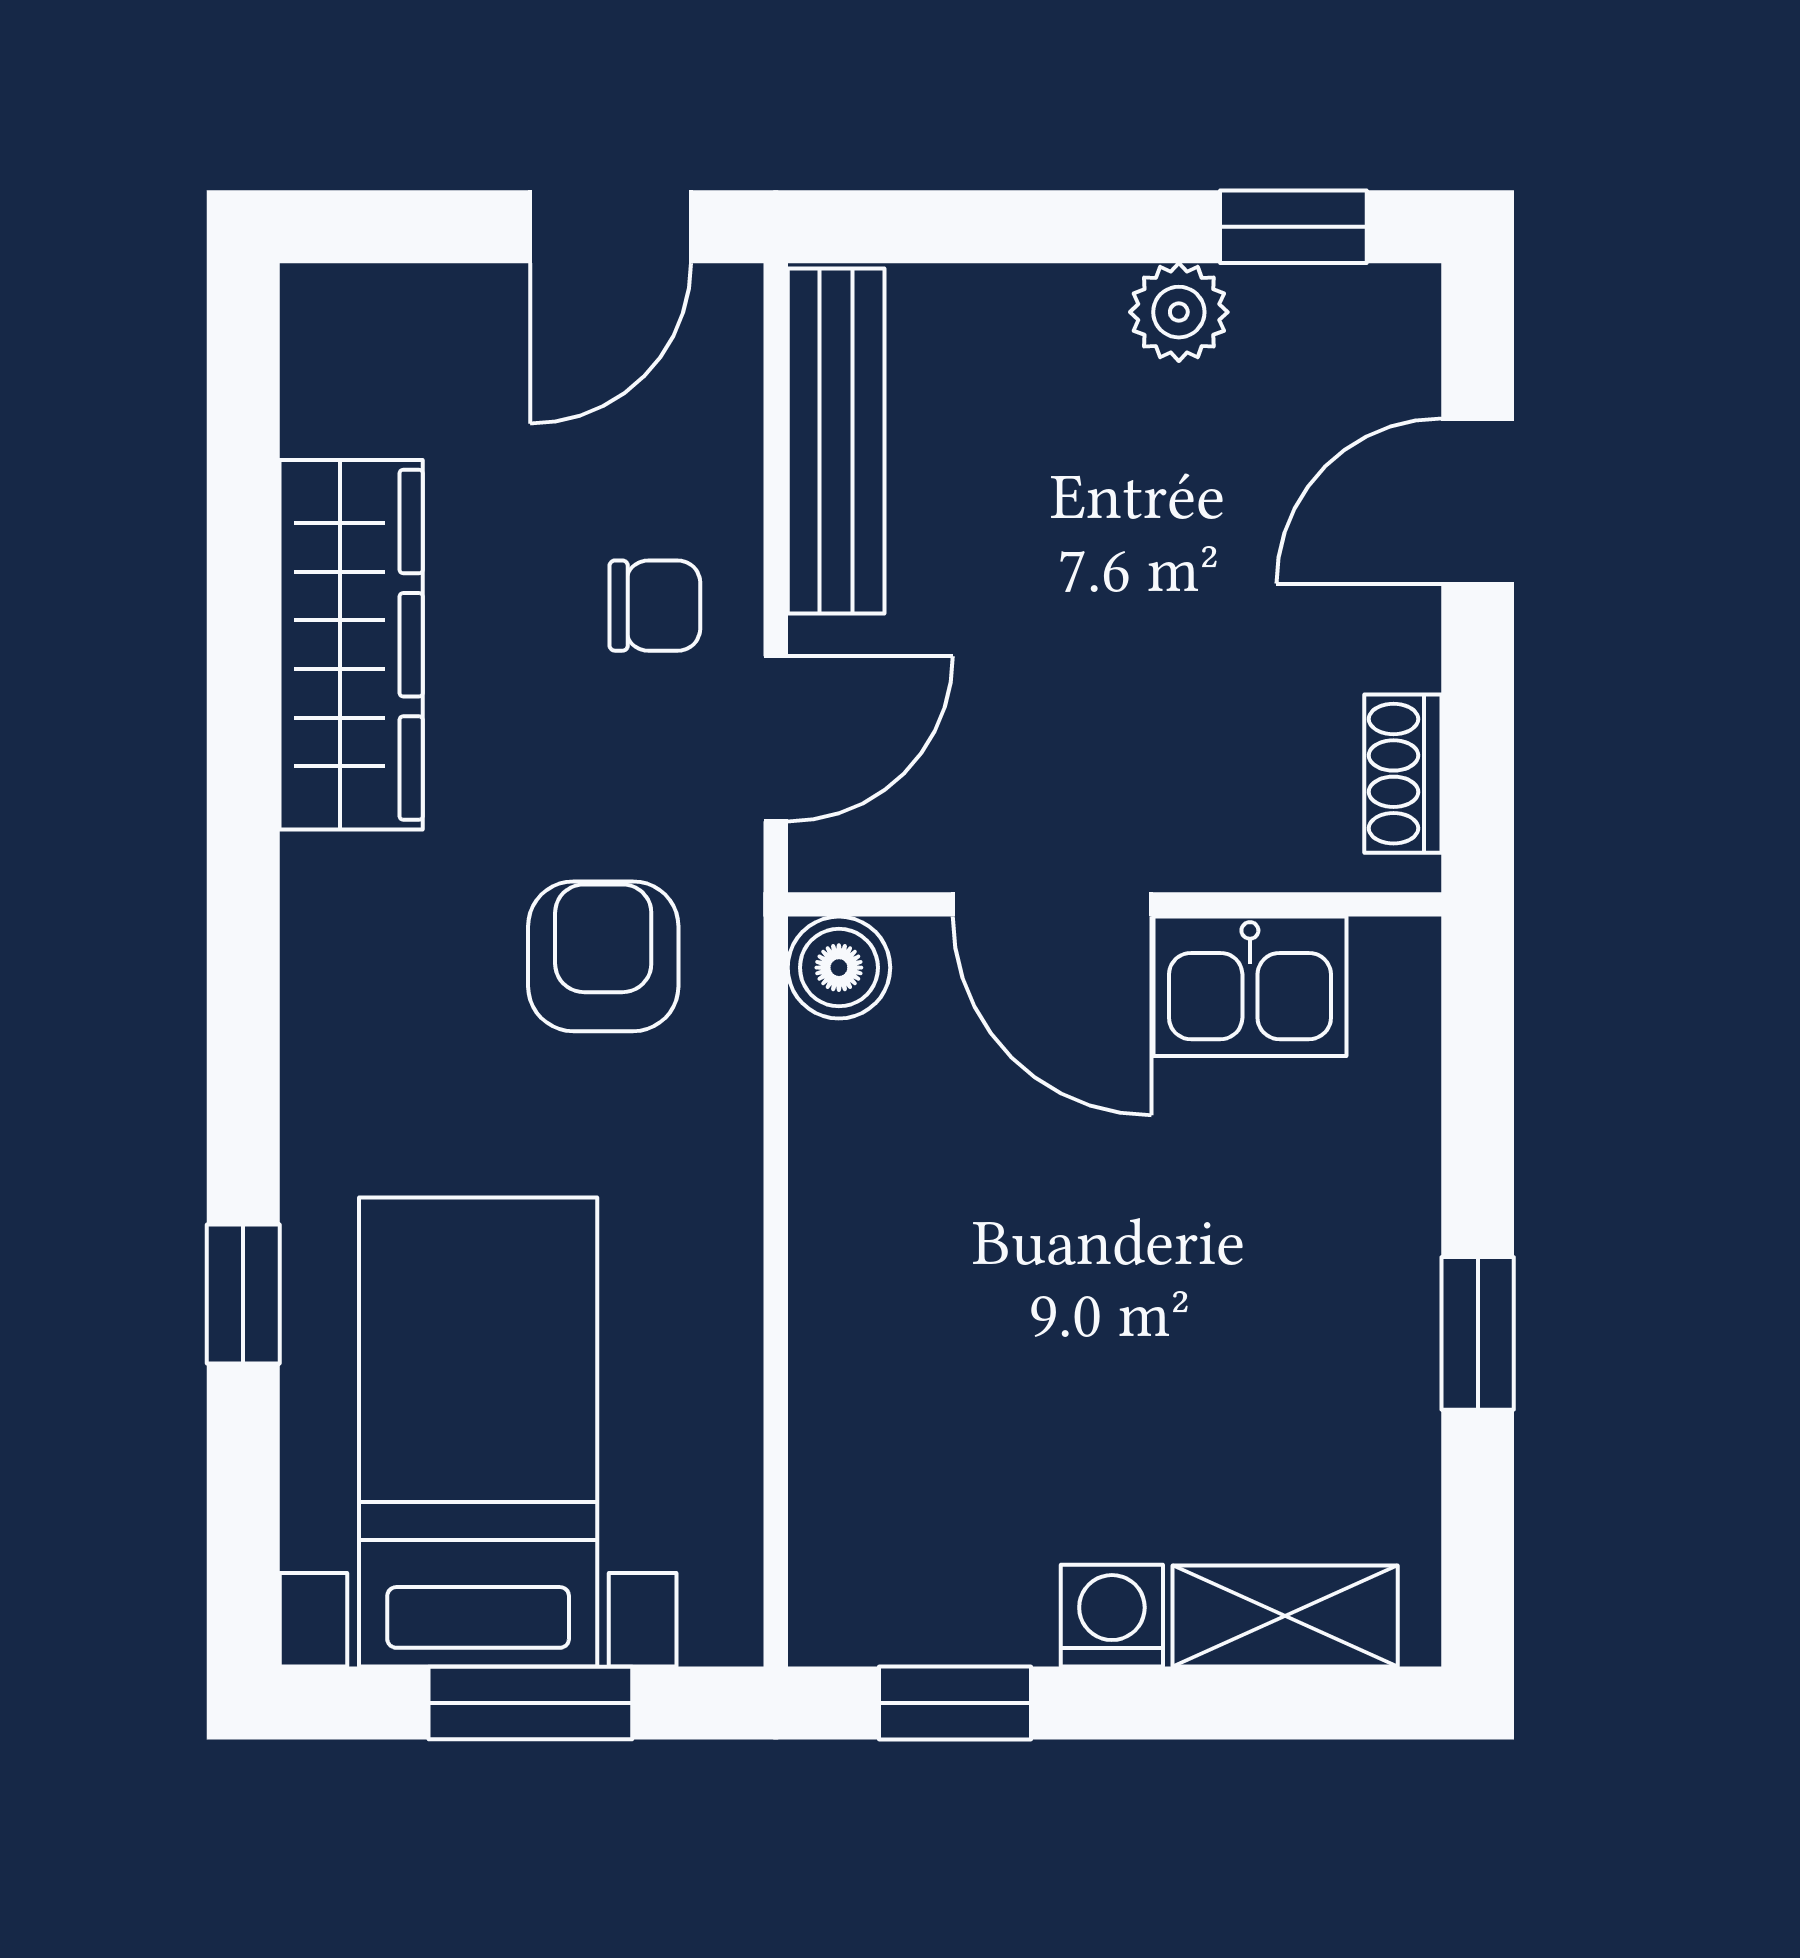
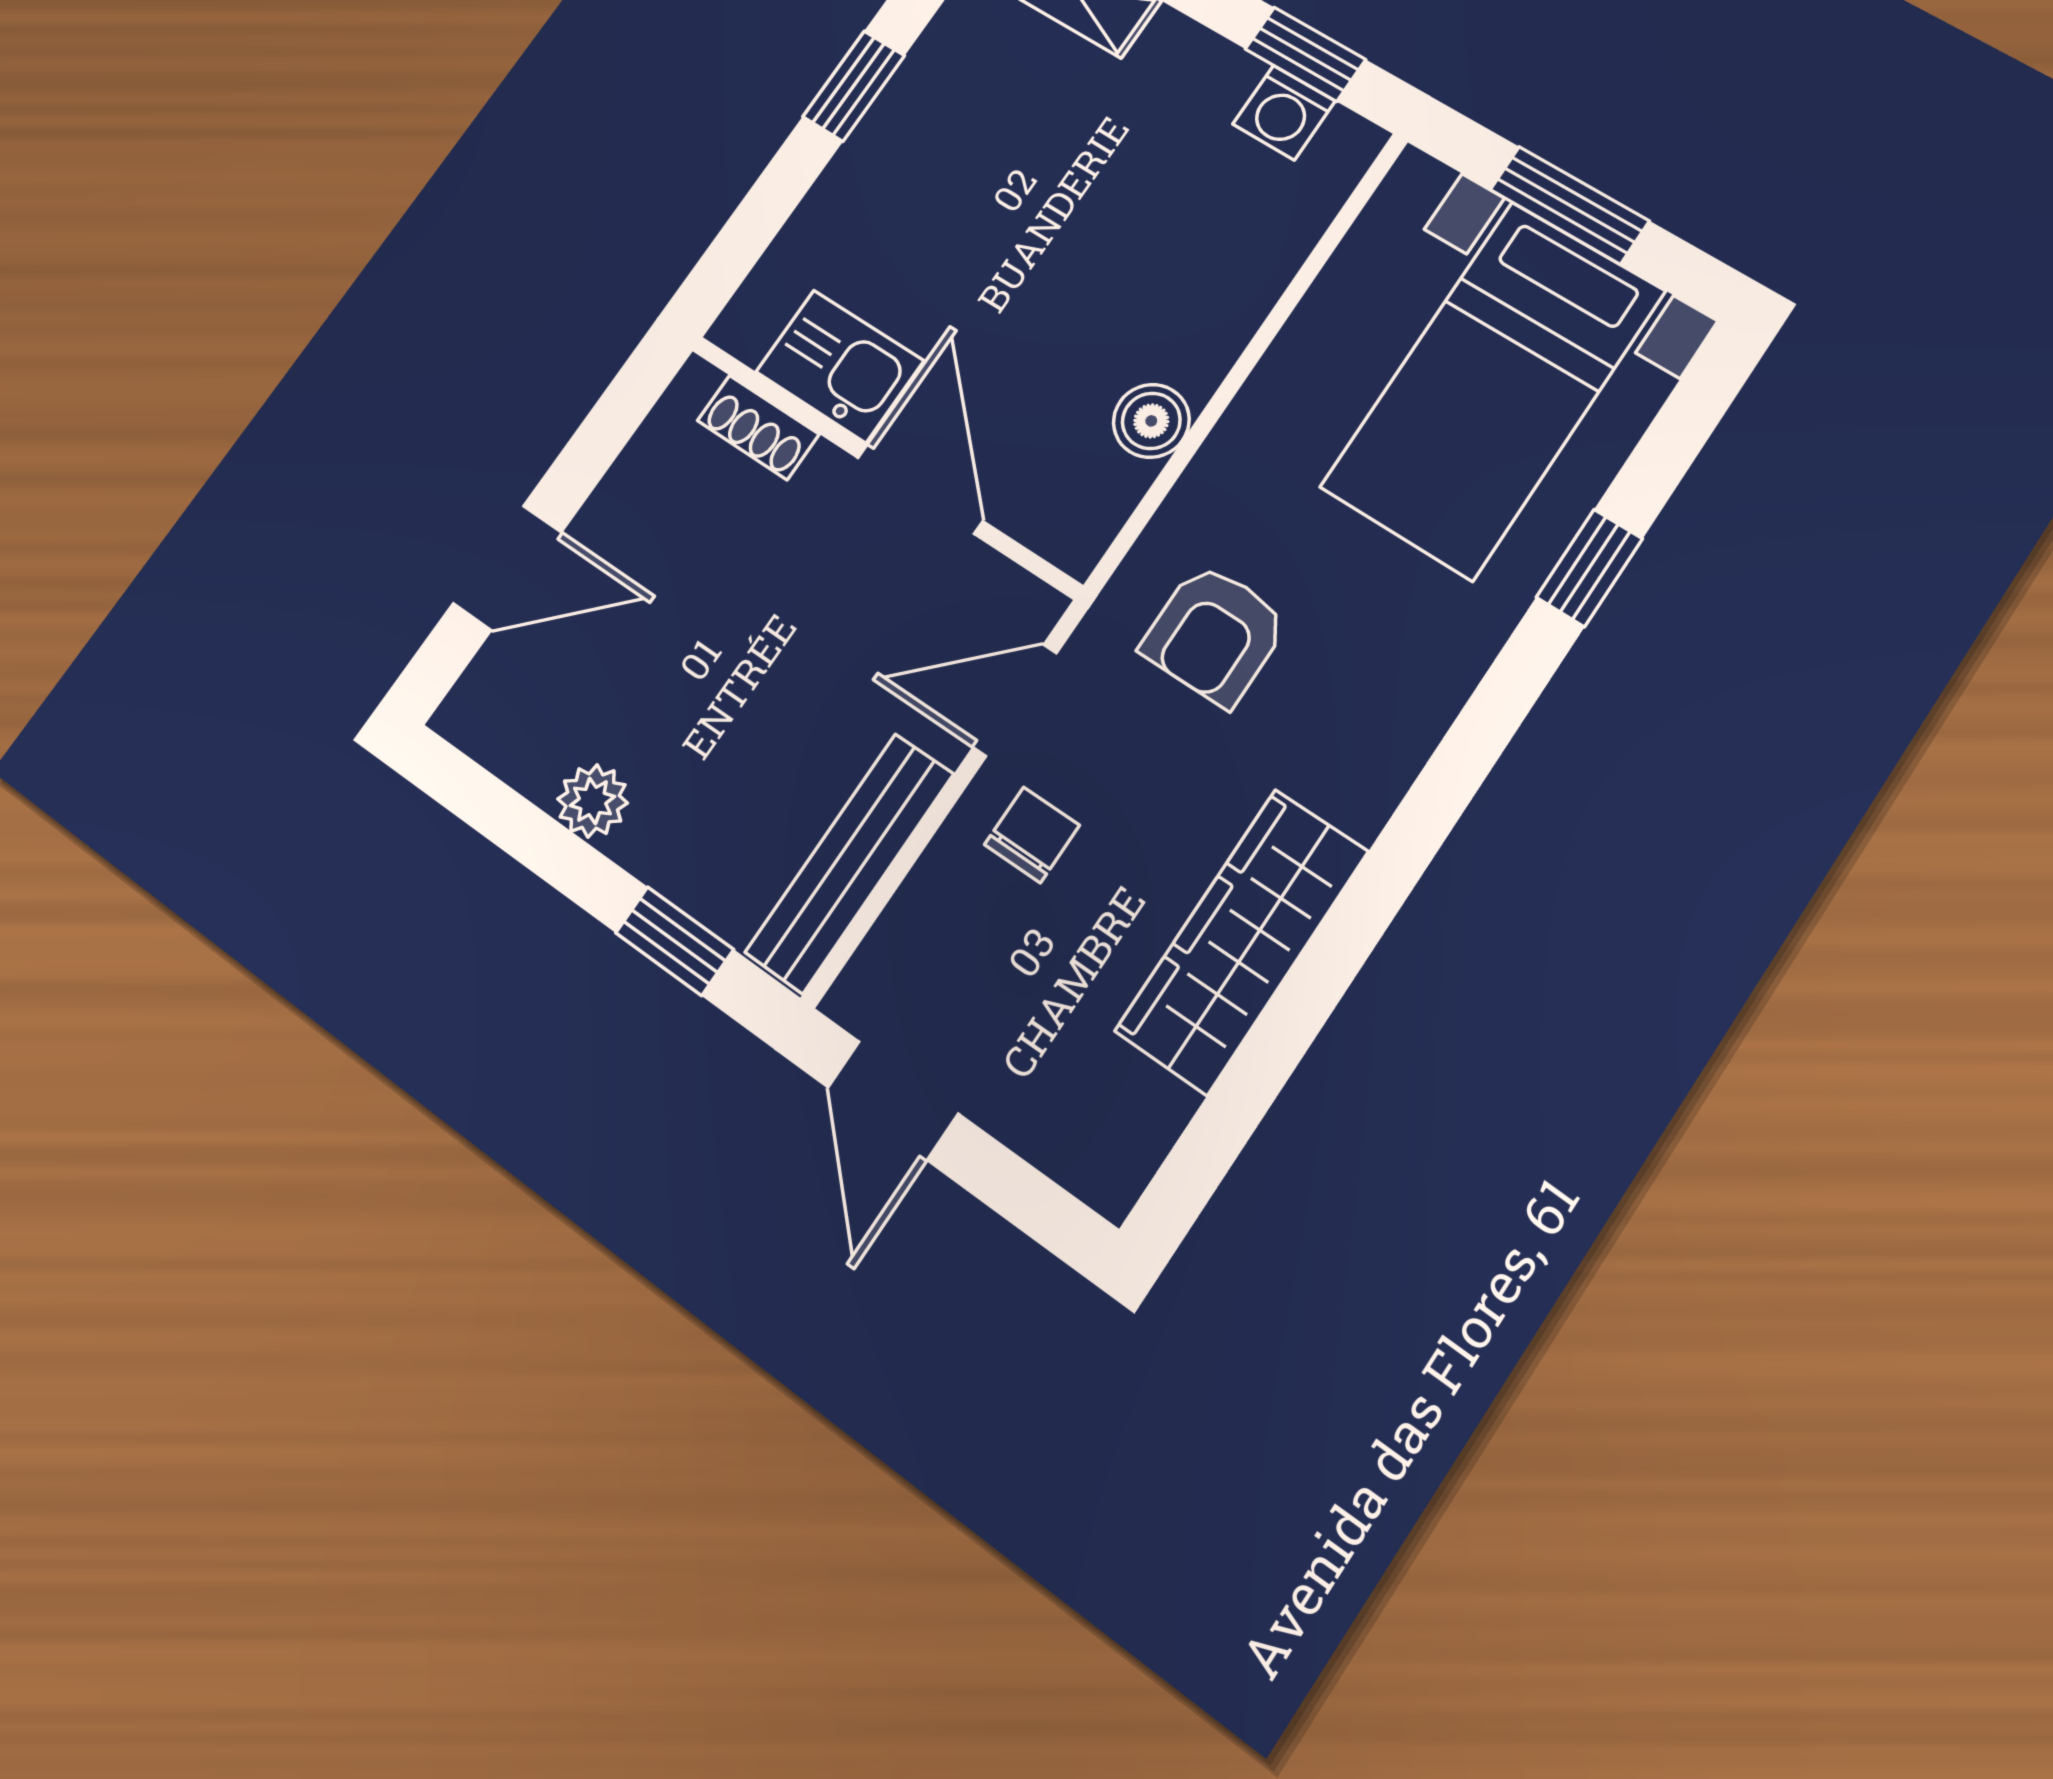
door: (610, 227) -> (893, 1100), swing flipped
window: (1293, 227) -> (674, 941), moved
chair: (655, 606) -> (1032, 835), turned 90
shoe rack: (1403, 774) -> (758, 427), moved, turned 90
boiler: (839, 968) -> (1151, 421), moved
washing machine: (1112, 1616) -> (1284, 113), moved

